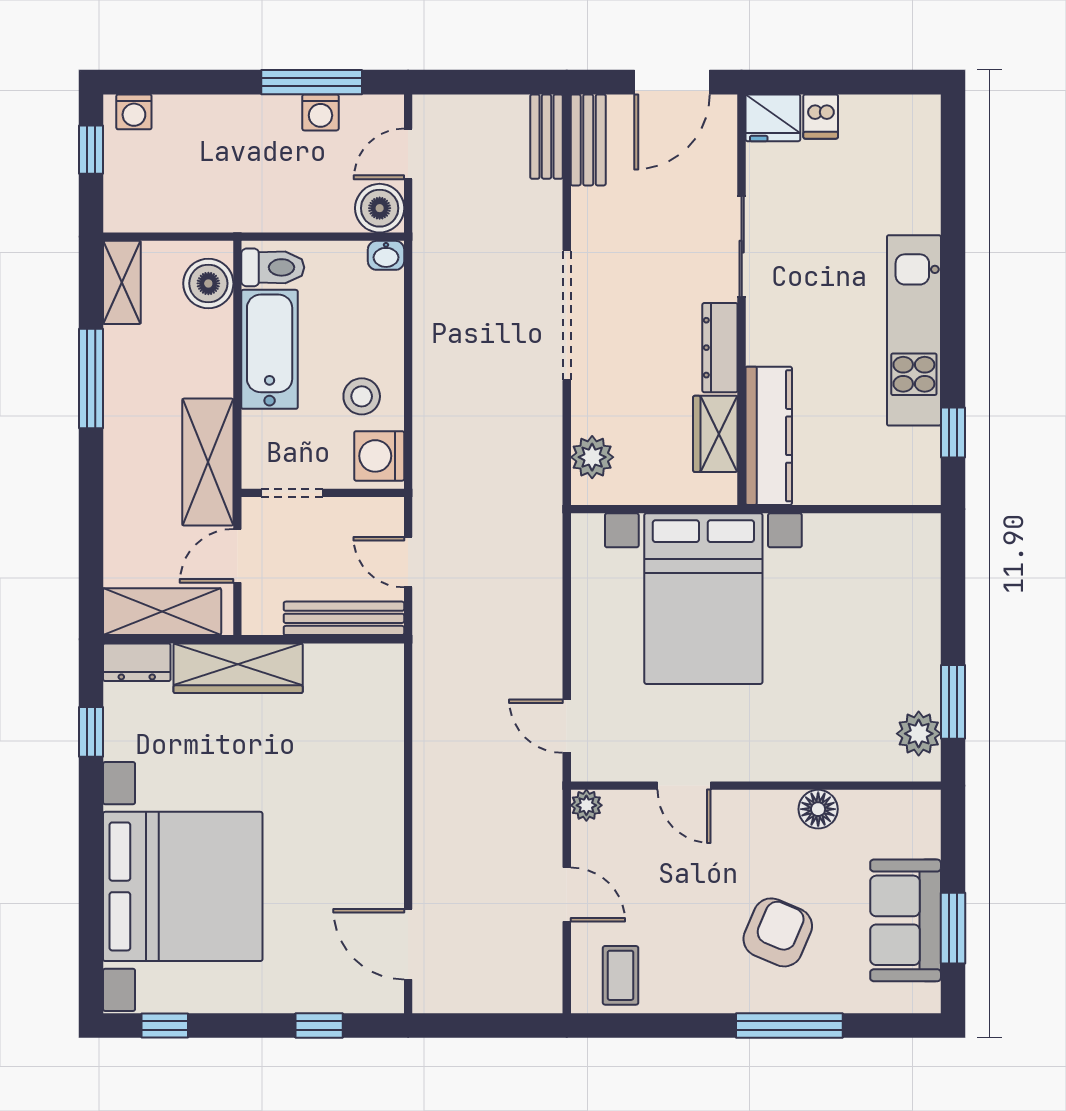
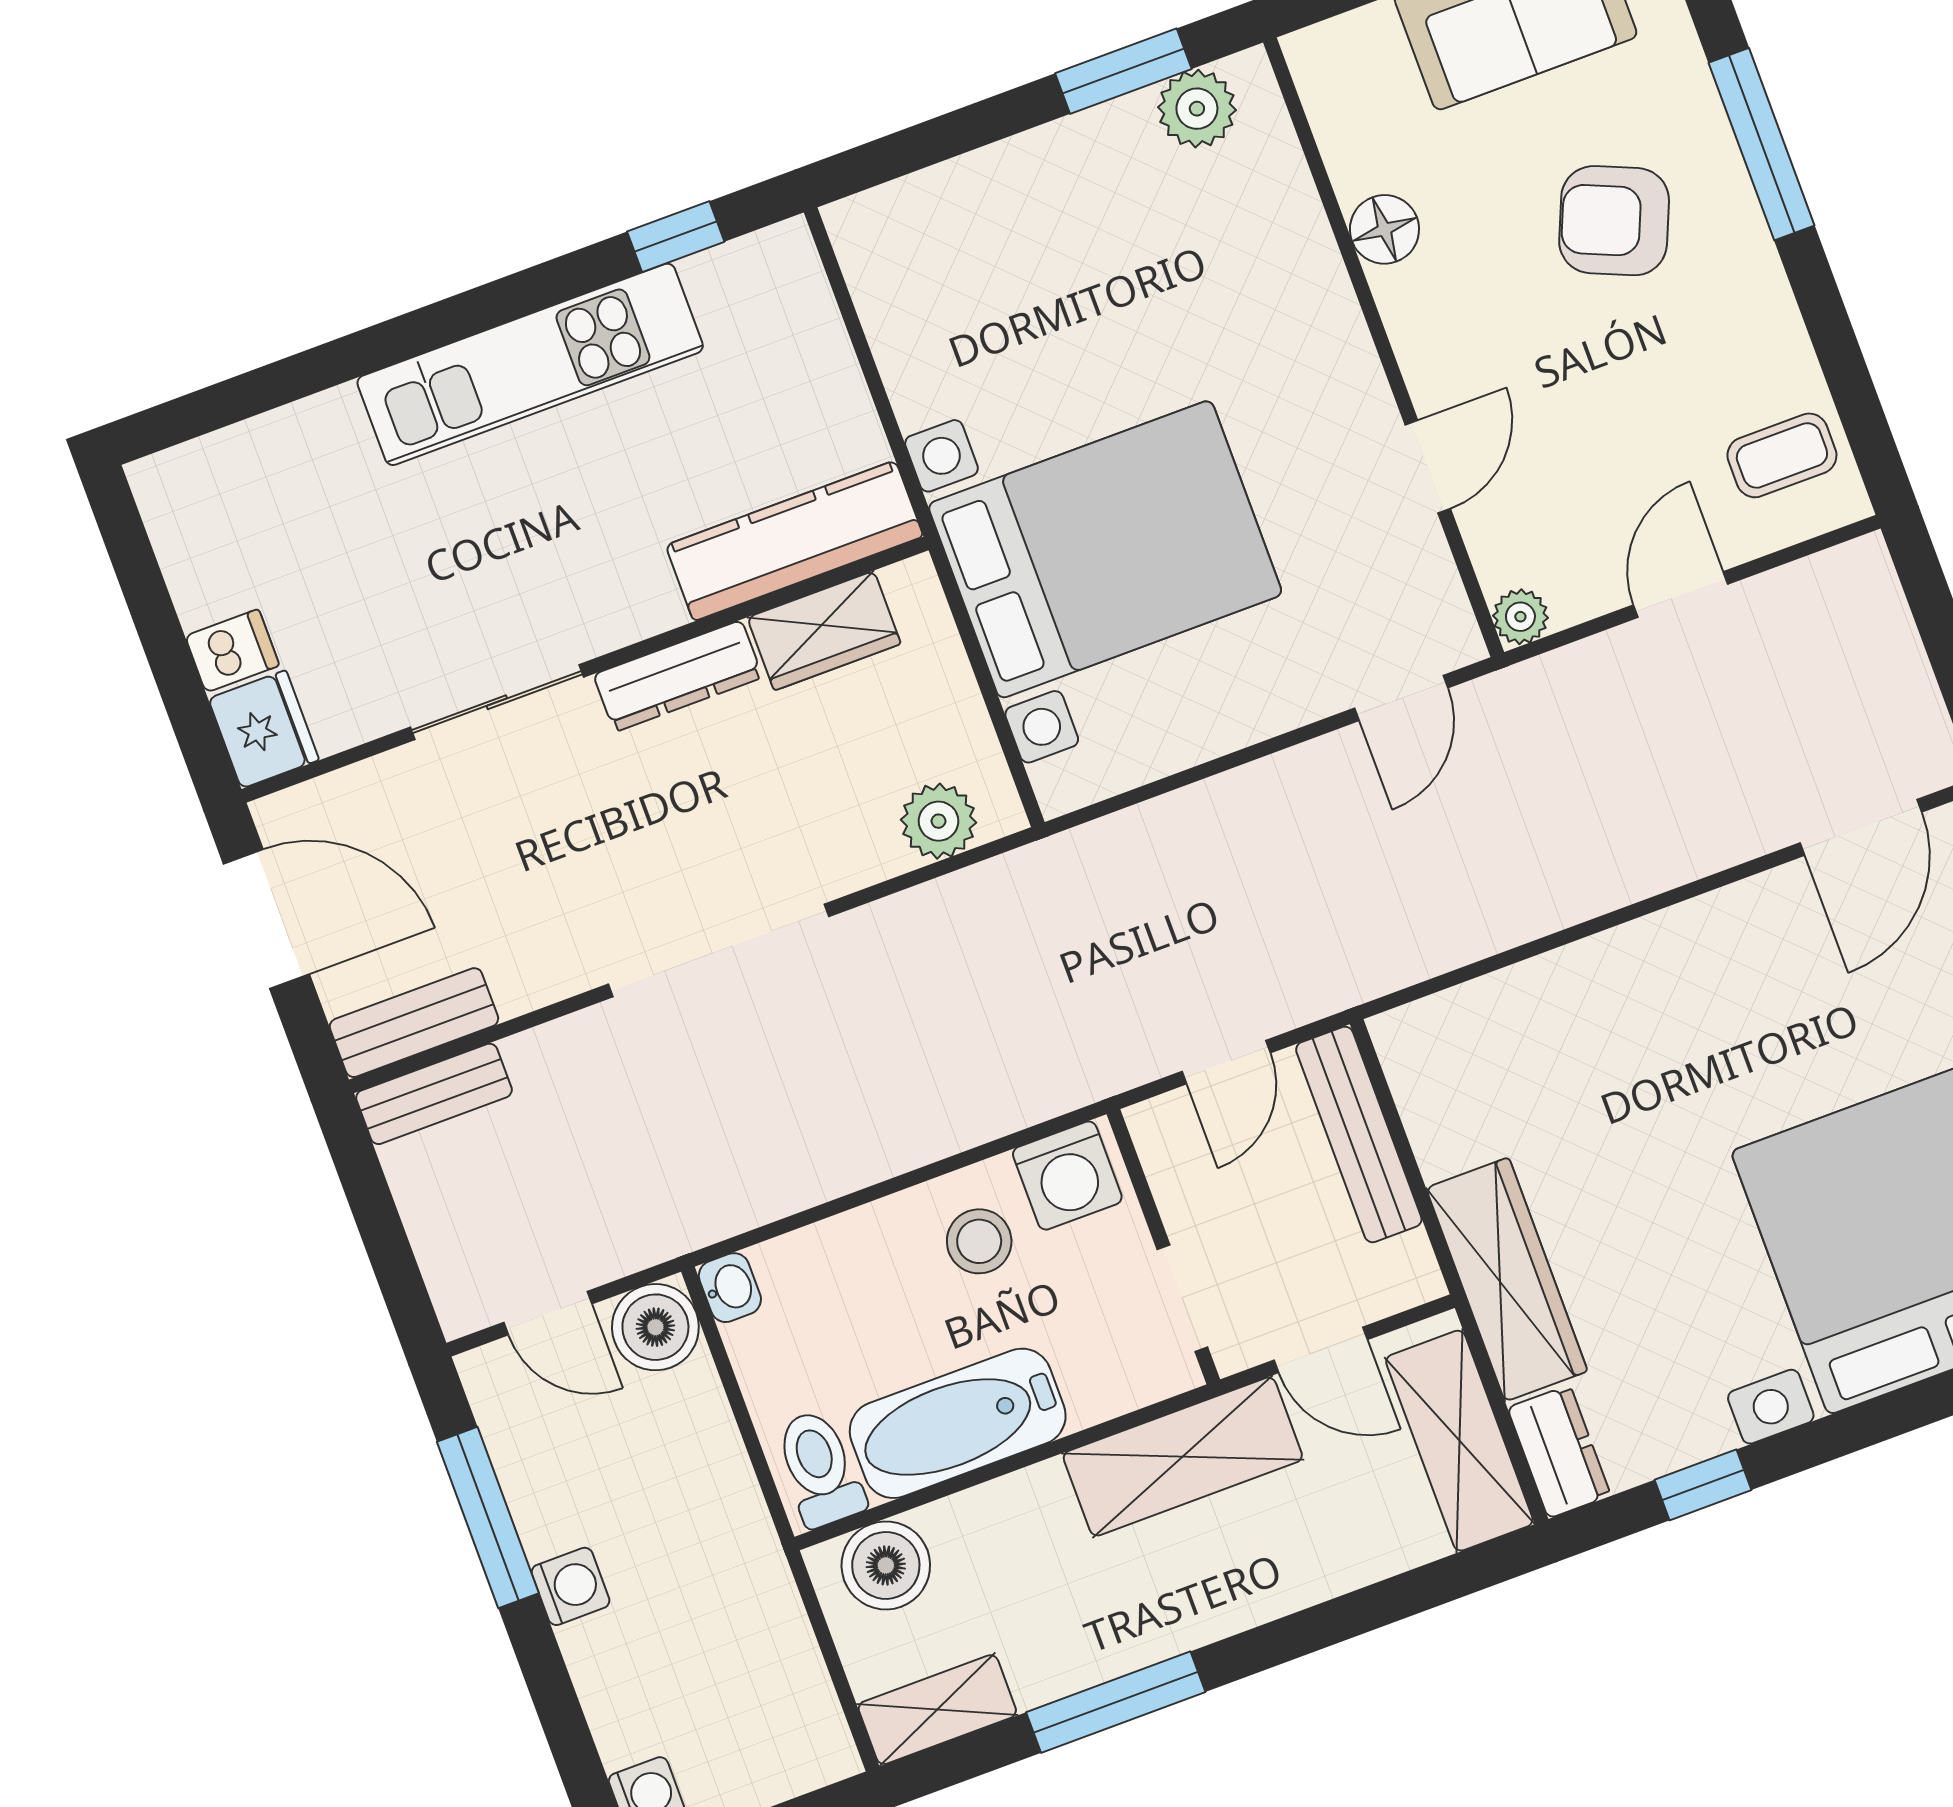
washing machine: (320, 112) -> (571, 1586), moved

